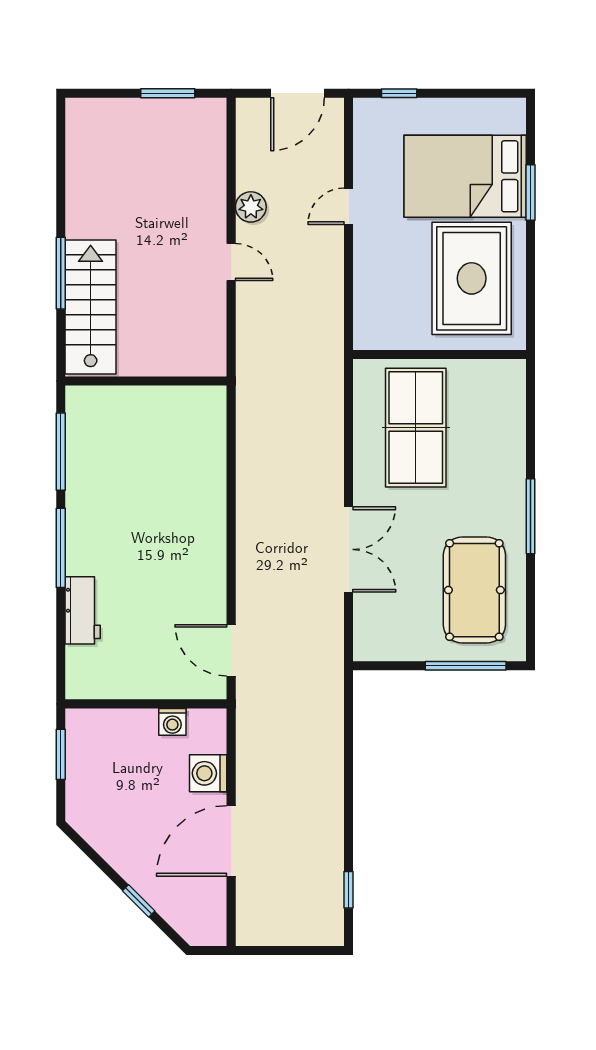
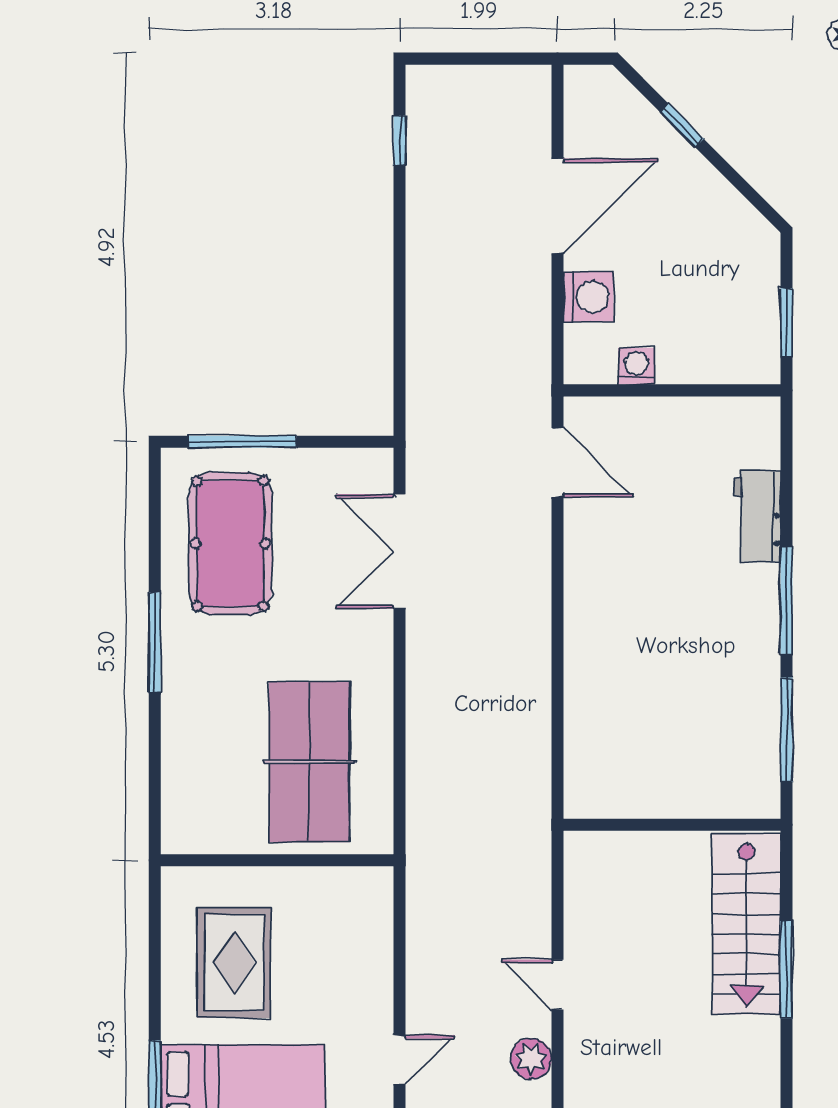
rug: (472, 278) -> (234, 963), width x0.73, depth x0.69
double door: (349, 549) -> (400, 551), moved

